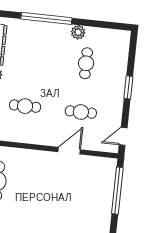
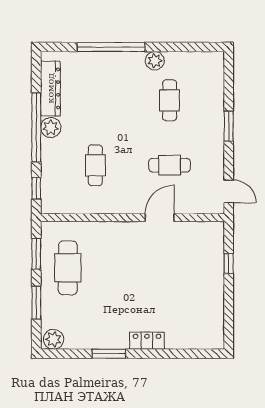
cafe table: (25, 106) -> (95, 165), turned 90
door: (123, 136) -> (229, 191), swing flipped
window: (117, 191) -> (229, 264), width x0.32

